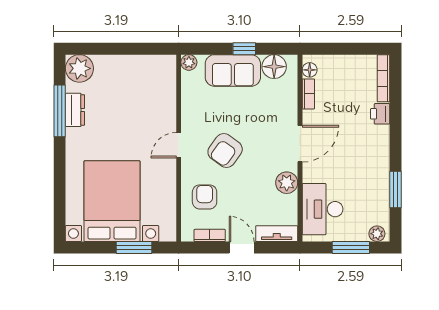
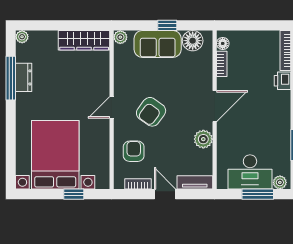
wardrobe: (146, 66) -> (84, 40), added
plant: (79, 68) -> (22, 37), width x0.53, depth x0.53
desk: (323, 209) -> (250, 172), moved, turned -90
window: (134, 247) -> (74, 194), width x0.67

